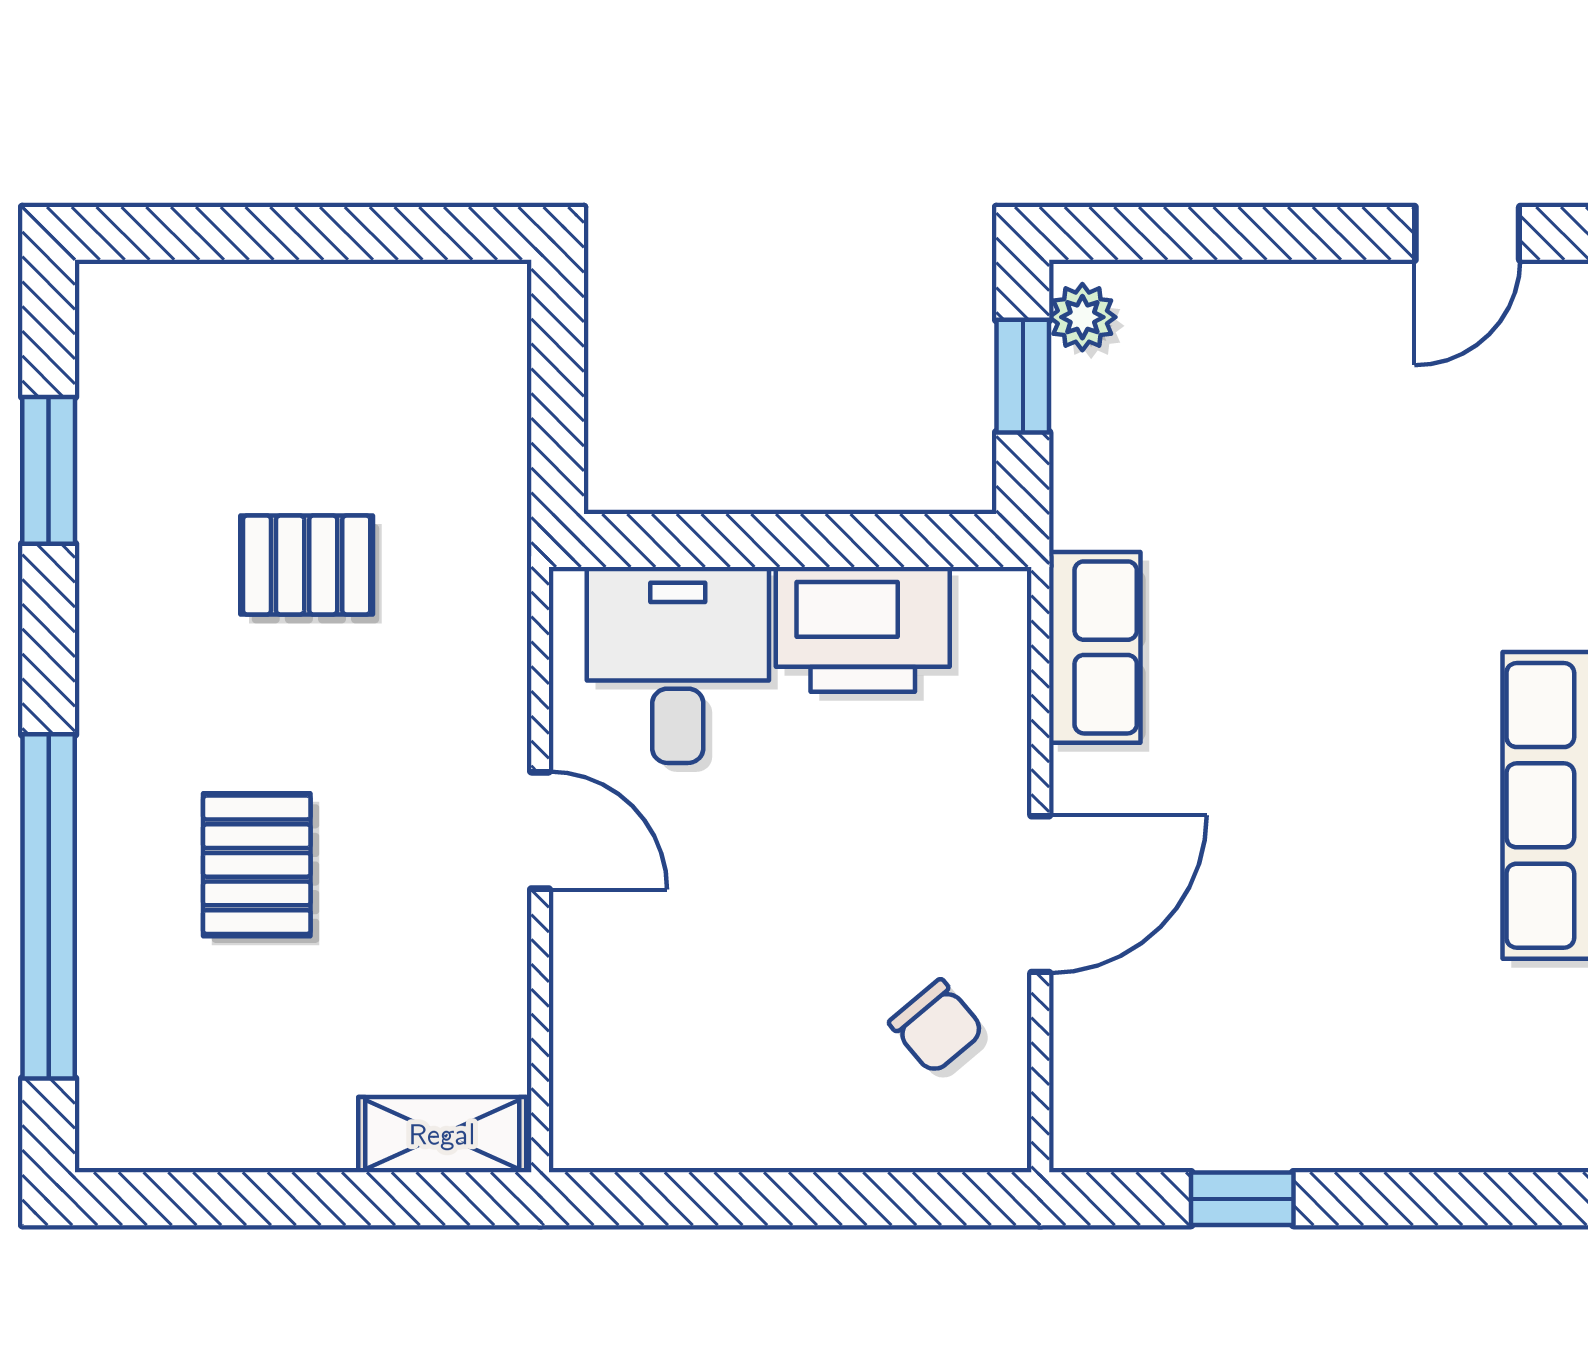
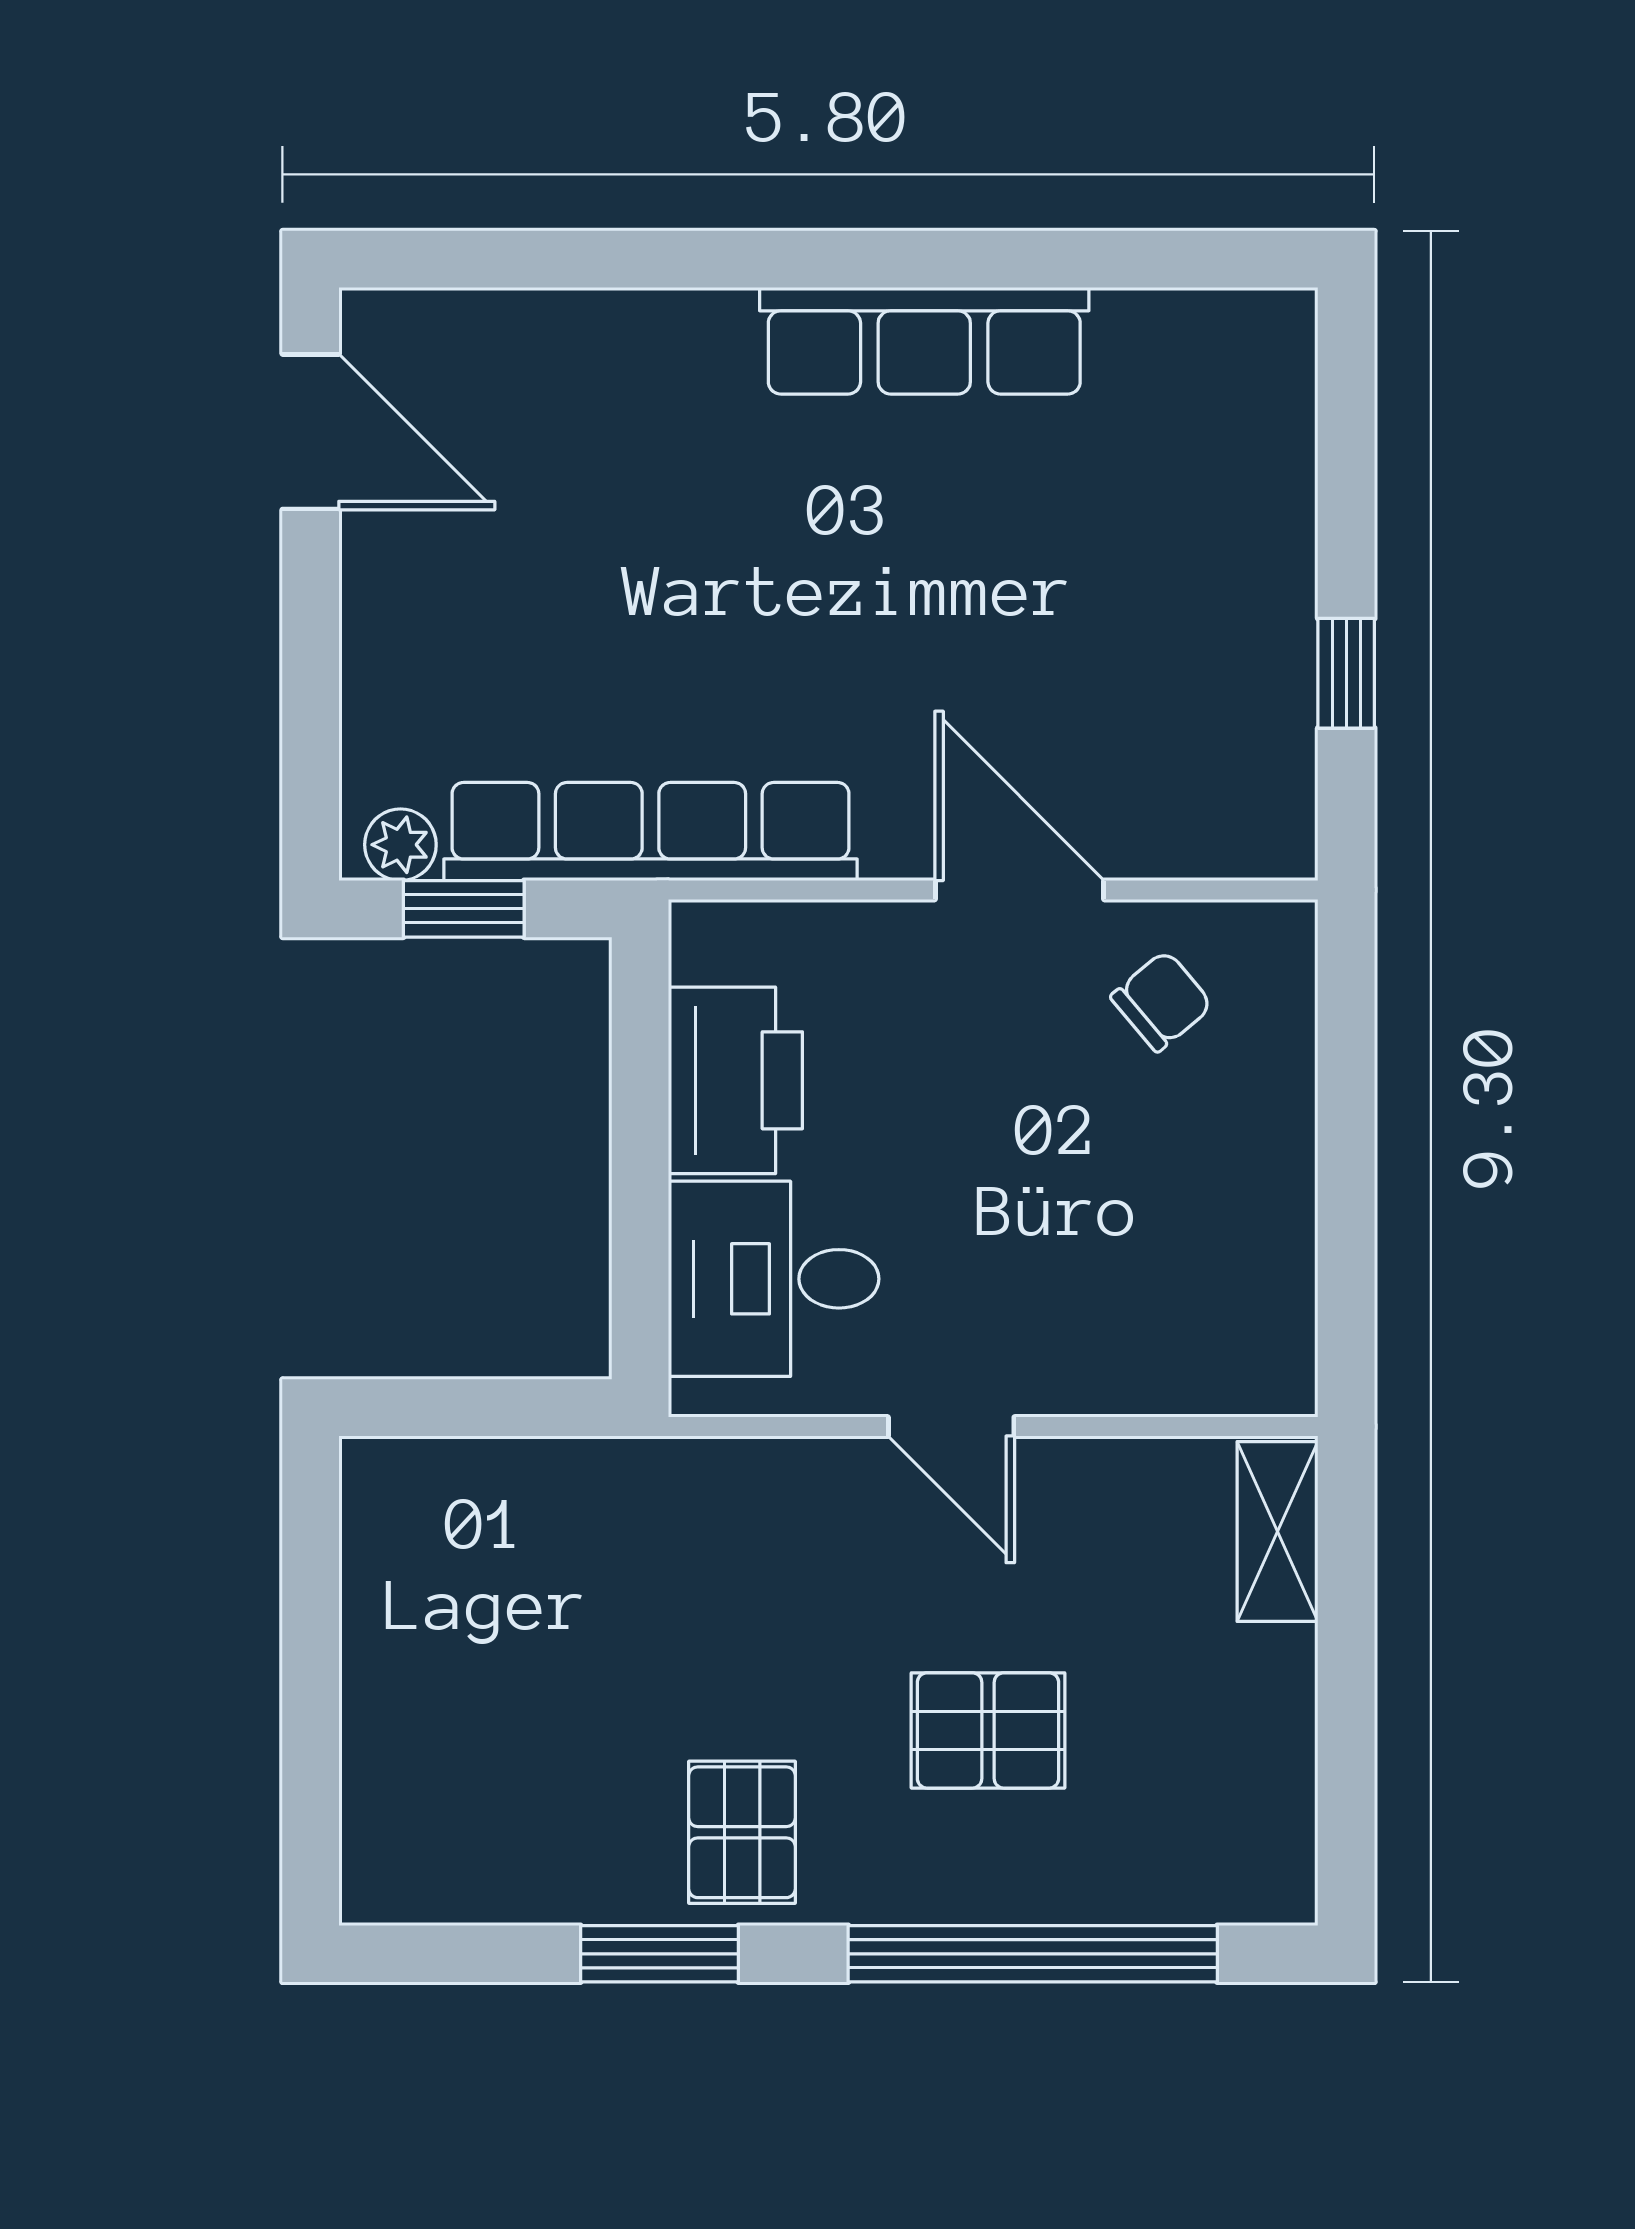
door: (1467, 233) -> (311, 432), width x1.38
window: (49, 470) -> (660, 1954), moved
pallet: (307, 565) -> (742, 1832), moved
row of seats: (1095, 647) -> (651, 832), width x2.02
door: (540, 830) -> (951, 1427), swing flipped

